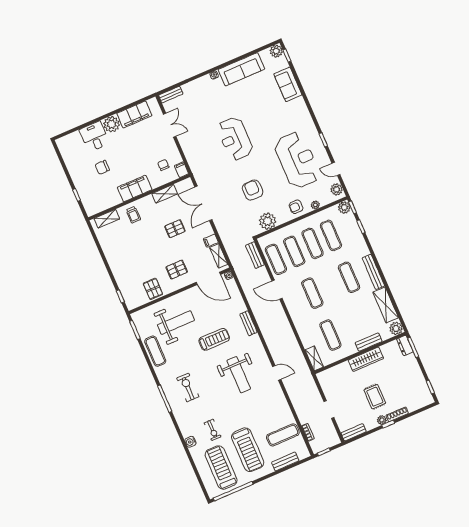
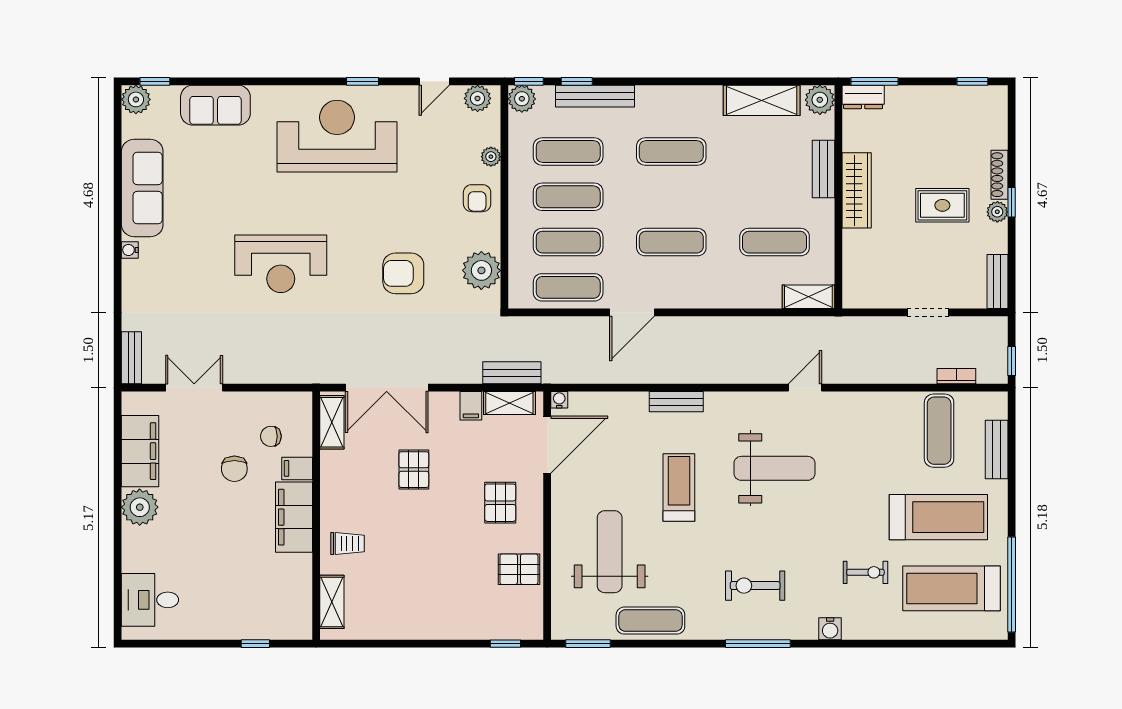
desk: (94, 137) -> (150, 600), moved
reception desk: (297, 160) -> (337, 136), moved
chair: (102, 167) -> (234, 469), moved
filing cabinet: (182, 170) -> (297, 468), moved
shelving: (165, 194) -> (332, 422), moved
bench: (255, 255) -> (512, 373), moved
bench: (373, 272) -> (595, 96), moved
water cooler: (190, 442) -> (830, 629), moved

